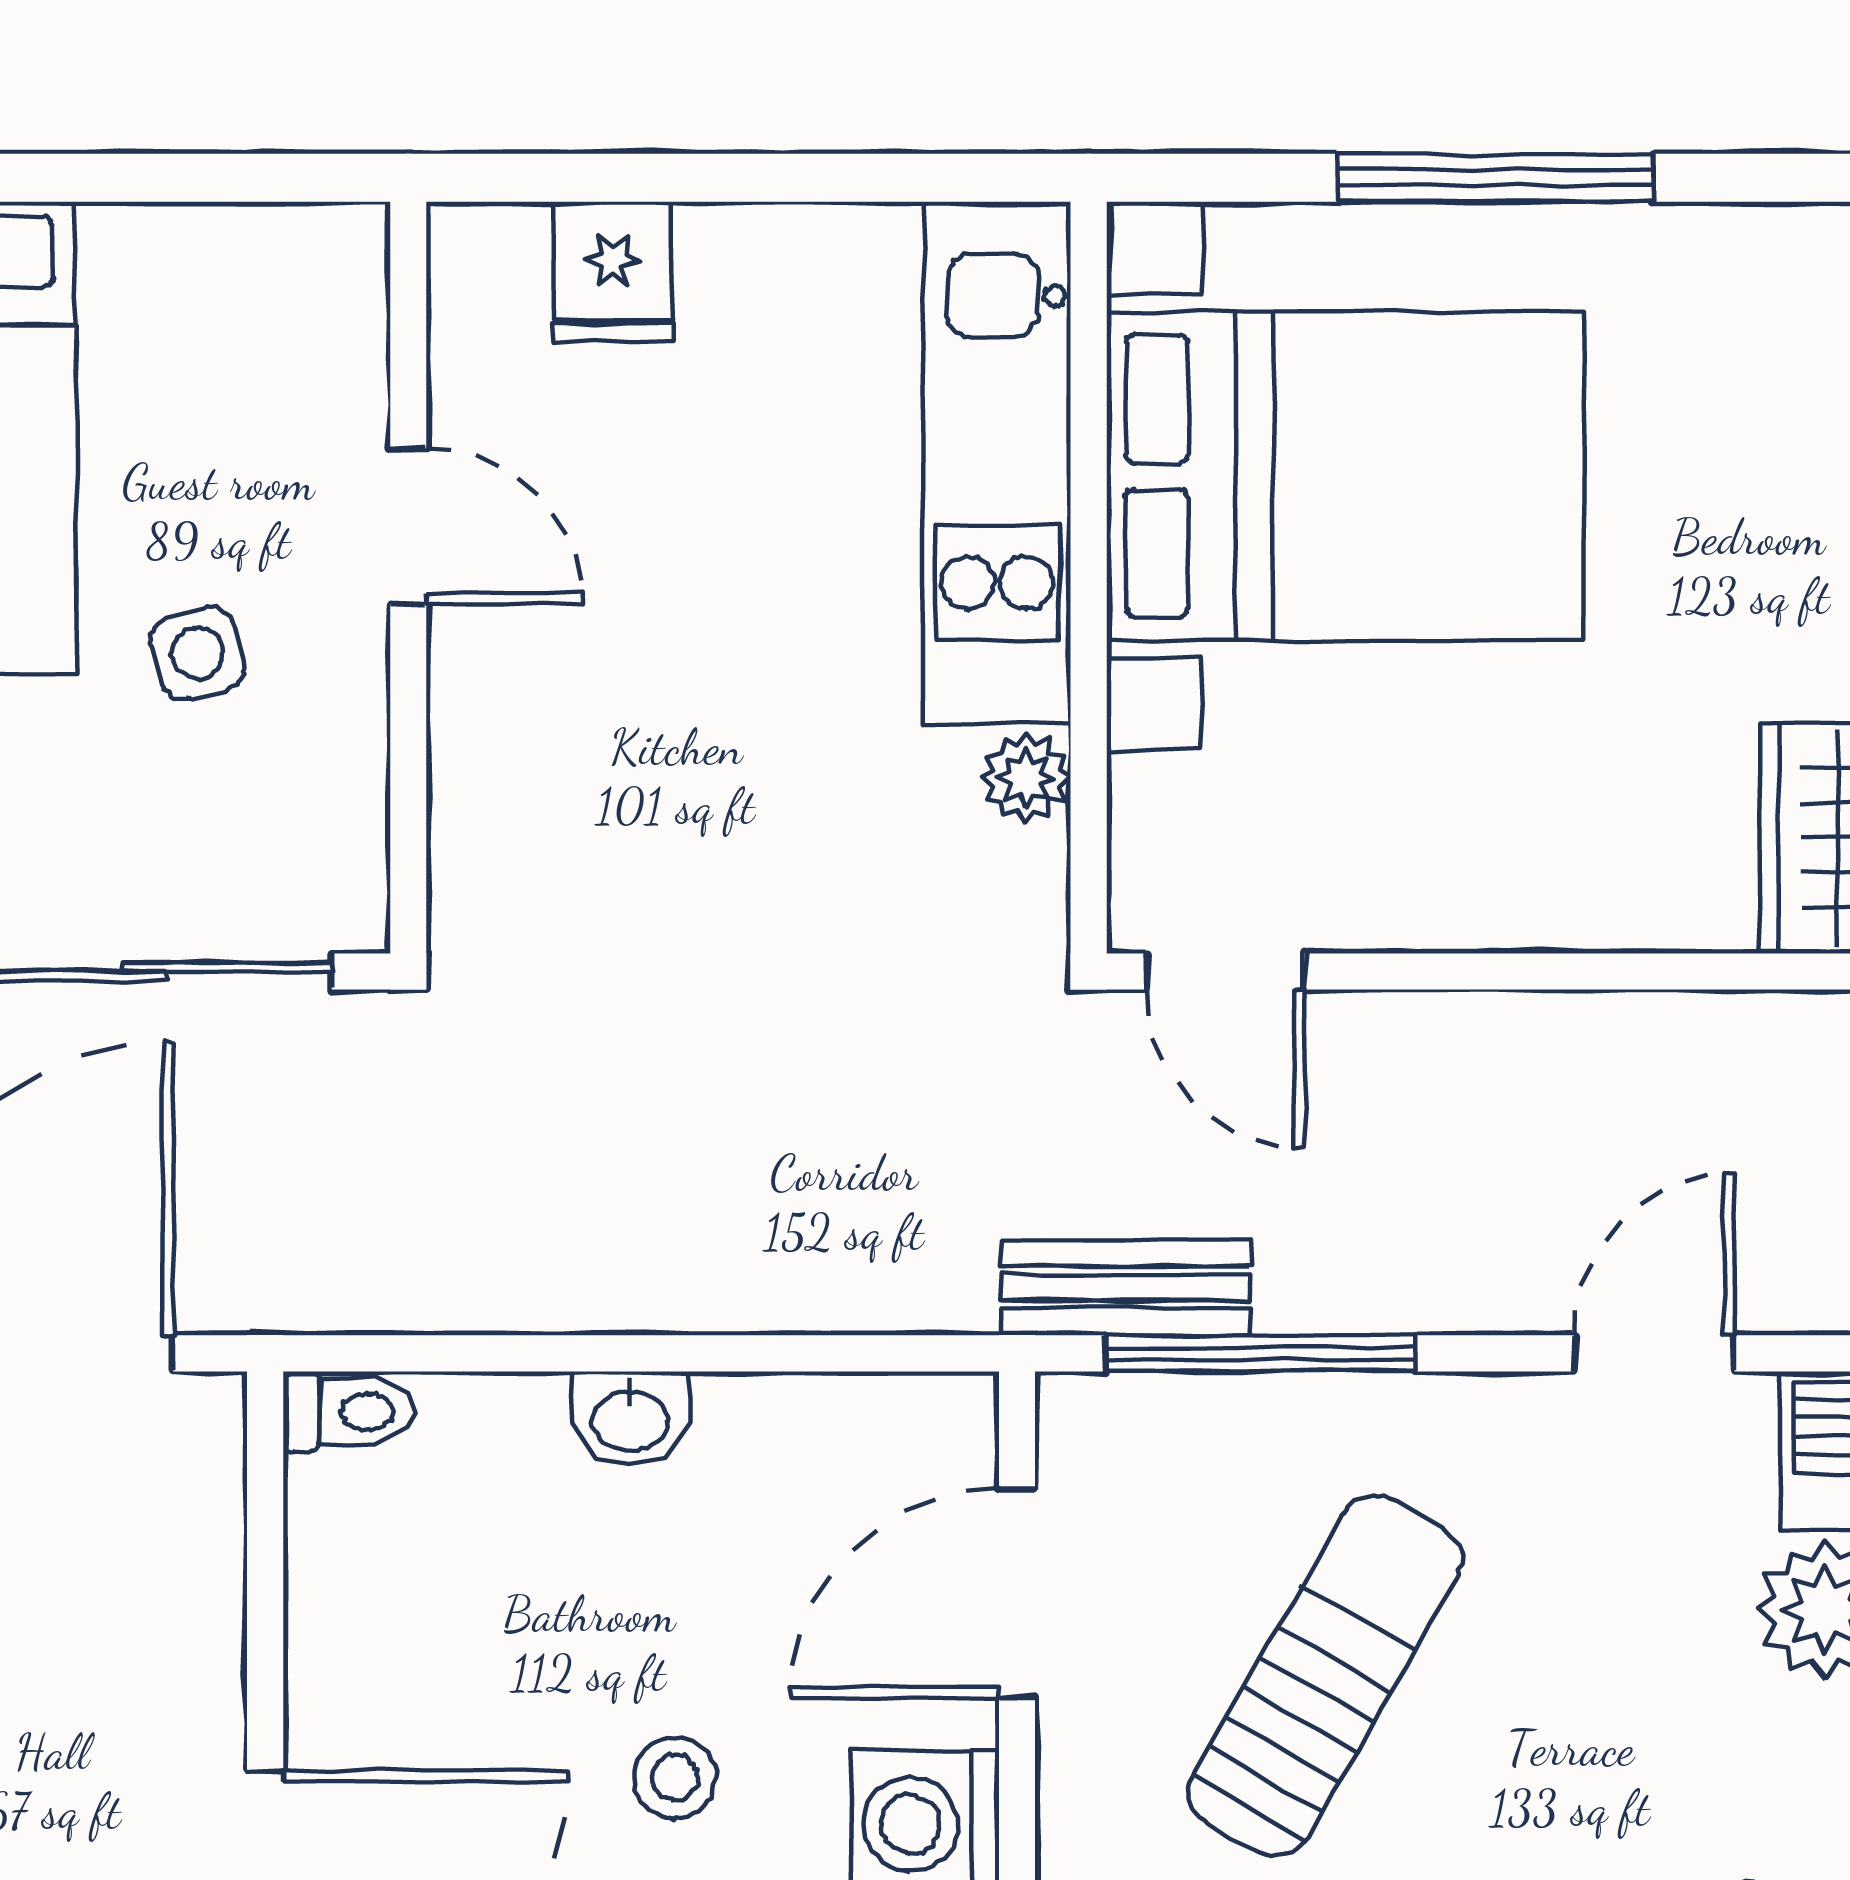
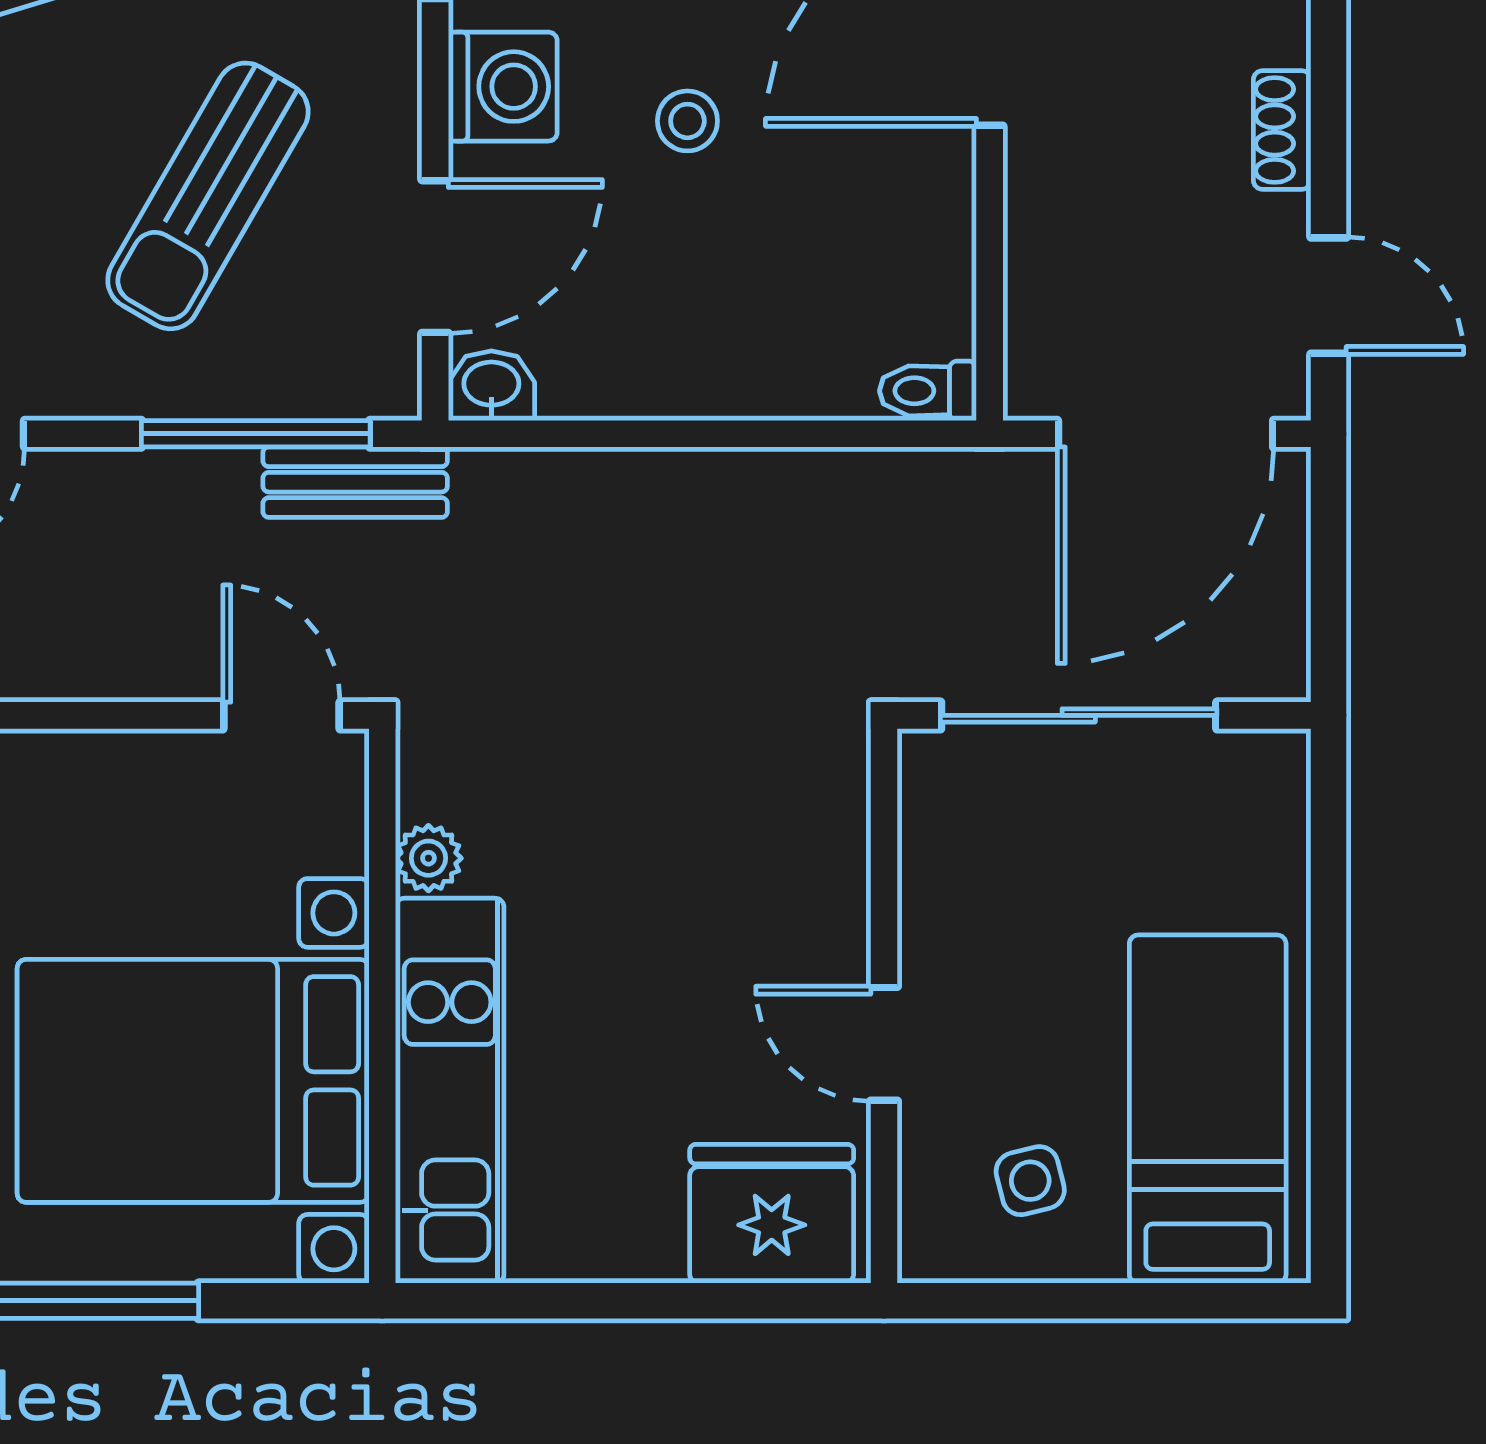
fridge: (613, 272) -> (772, 1214), width x1.88, depth x1.34
side table: (198, 653) -> (1030, 1181), moved
washbasin: (631, 1419) -> (491, 386), moved

